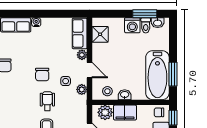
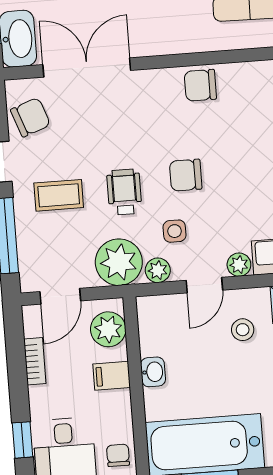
stool: (107, 91) -> (243, 330), moved
wheelchair: (47, 101) -> (124, 192), turned -90
plant: (77, 106) -> (119, 262), added
filing cabinet: (125, 113) -> (112, 376), width x0.50

